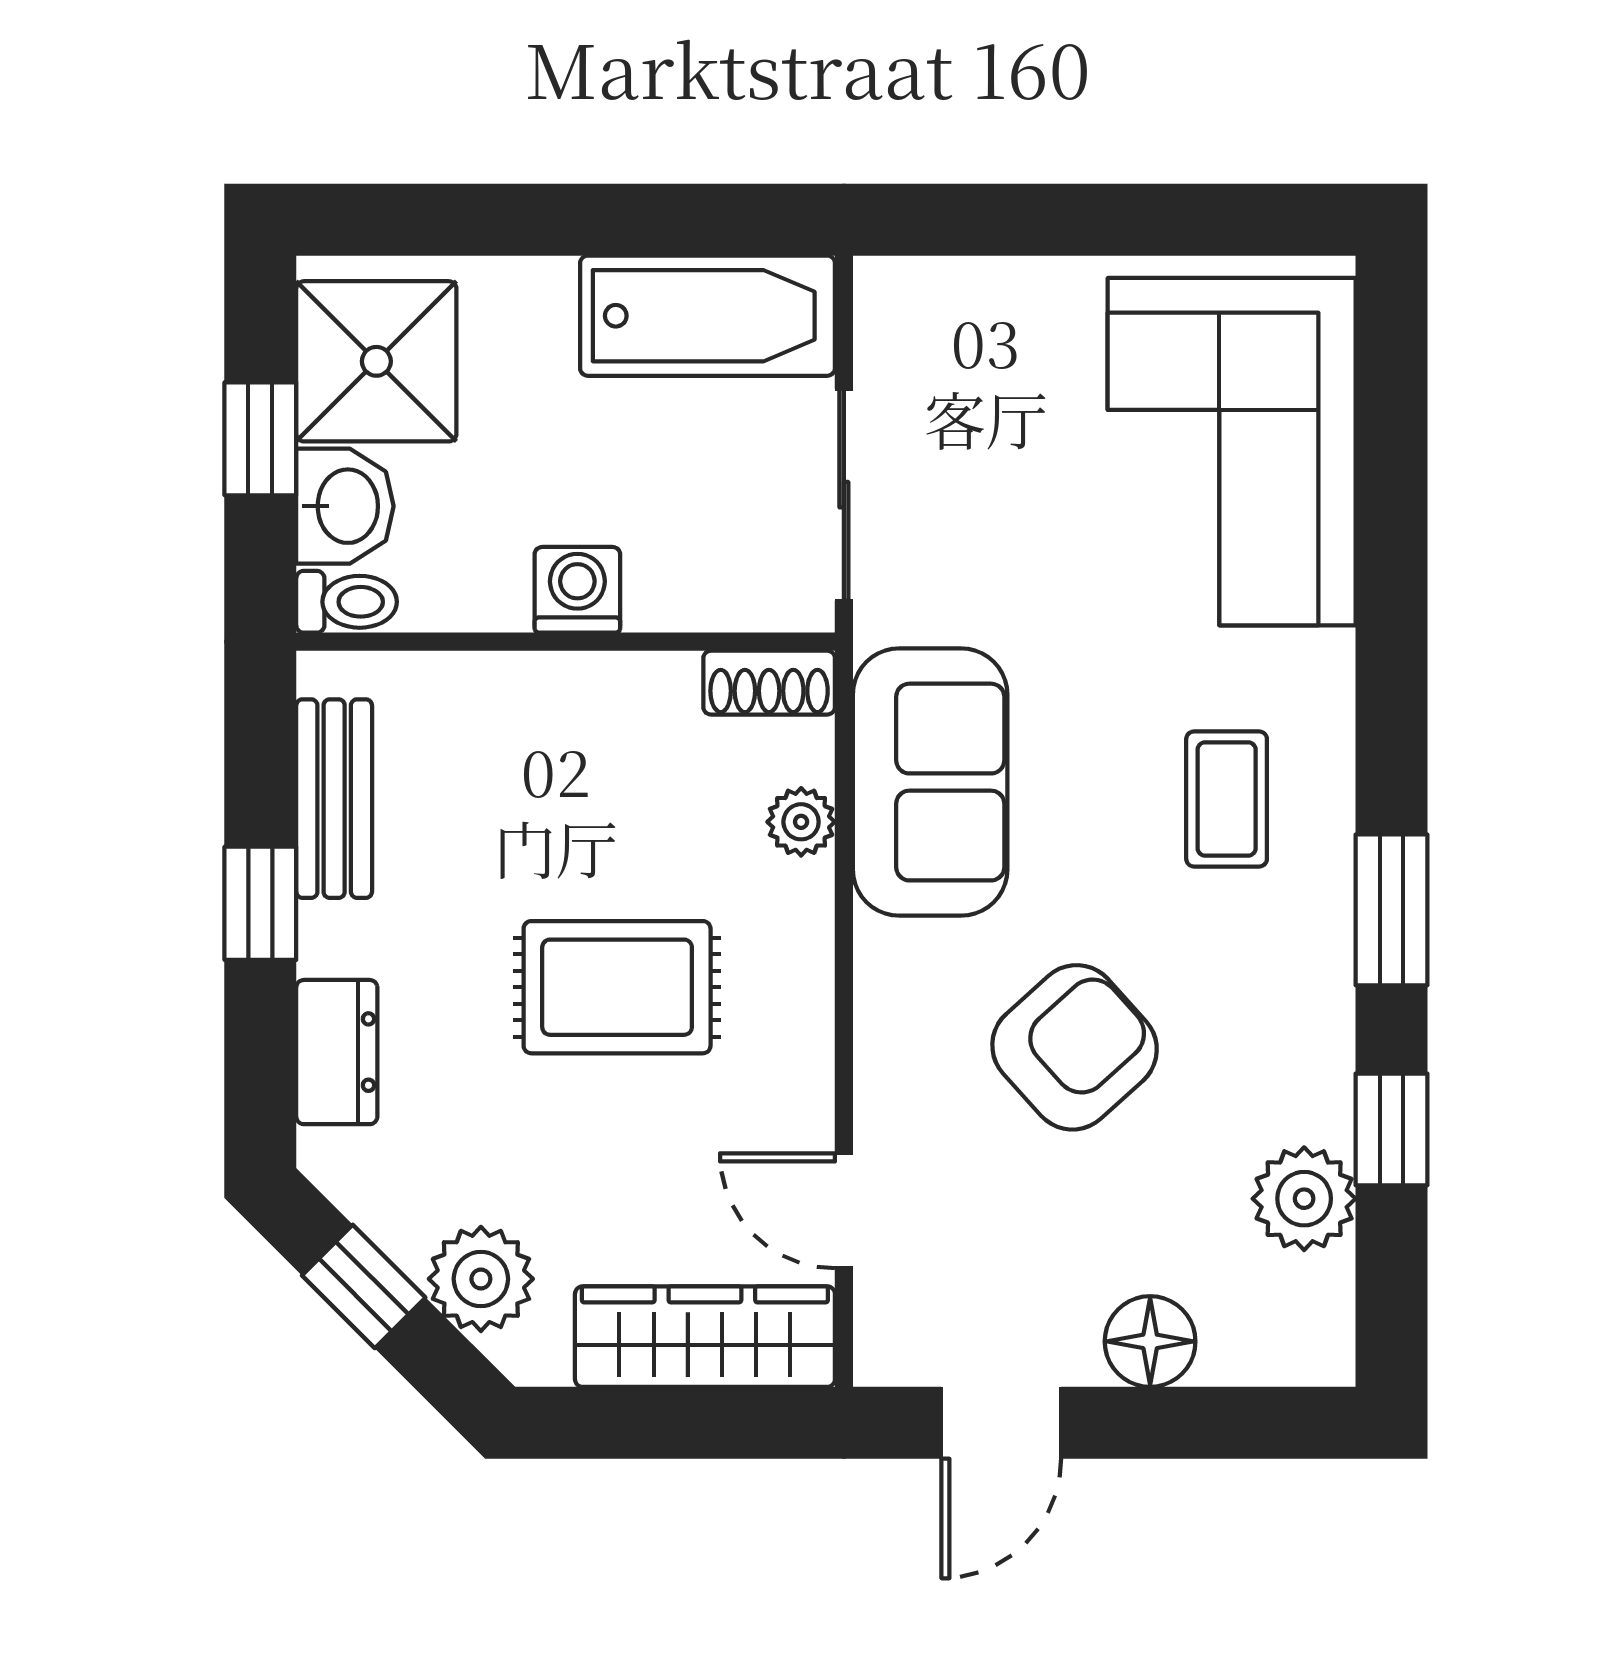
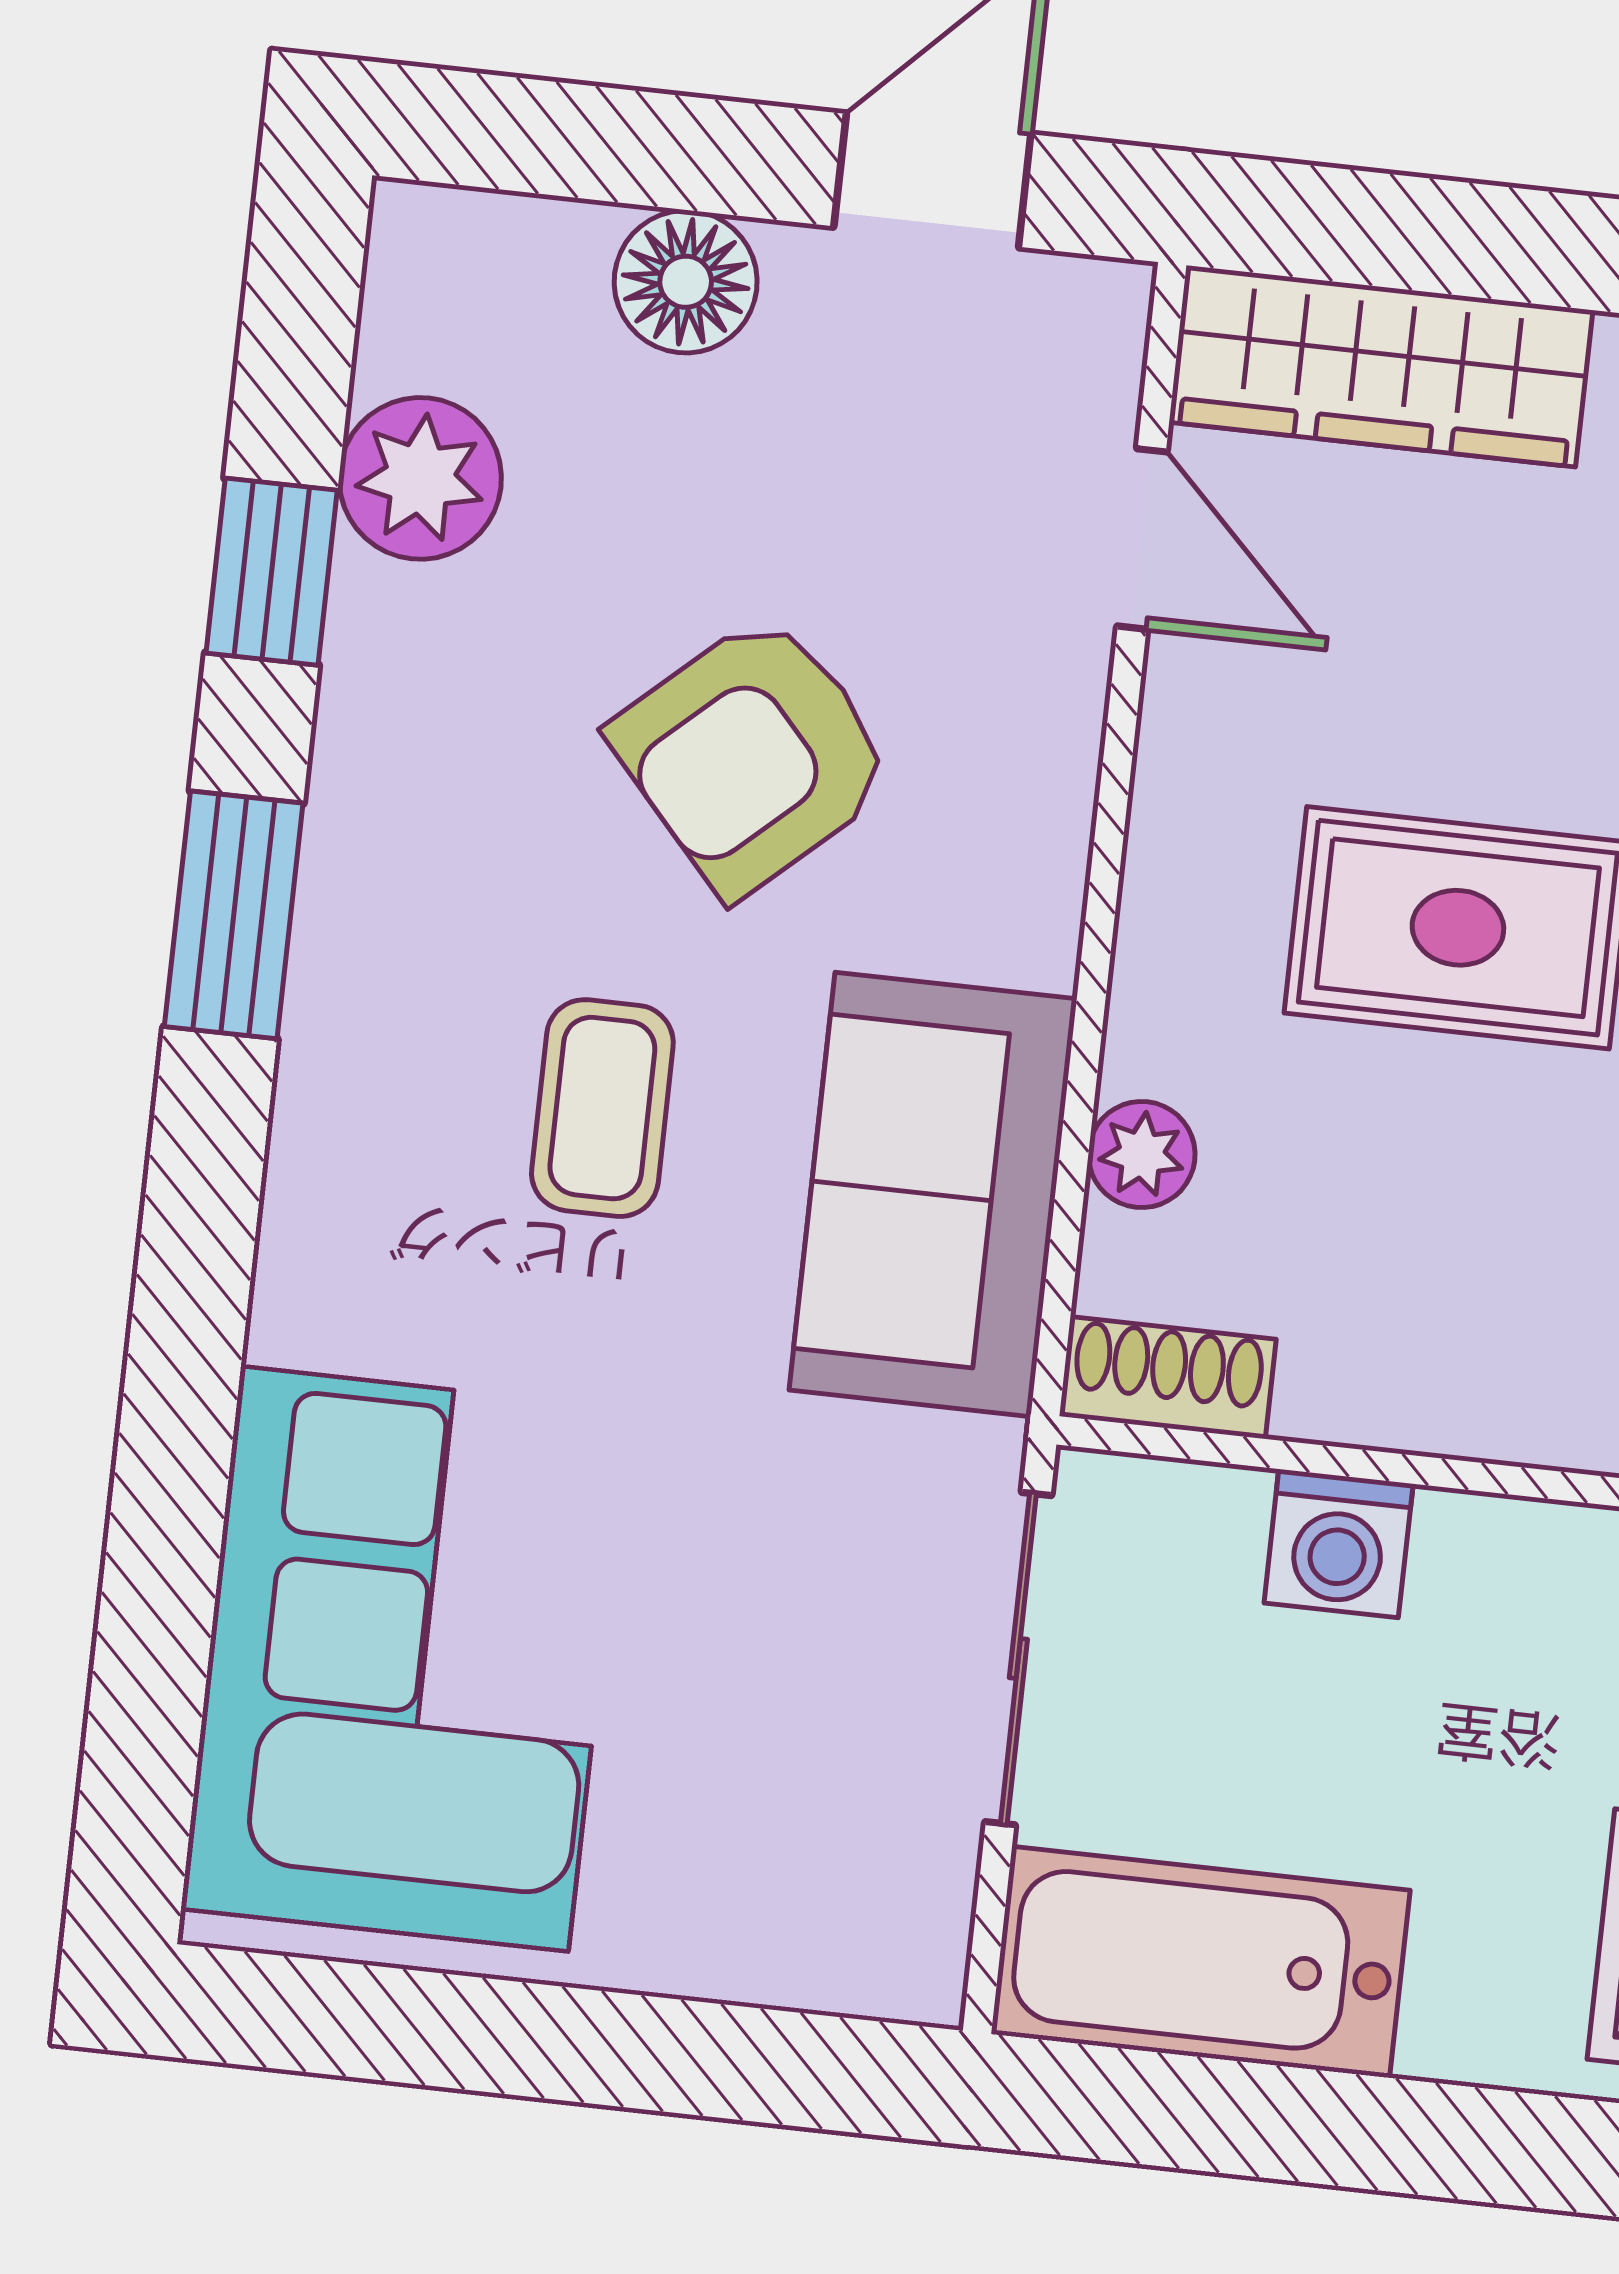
washing machine: (577, 590) -> (1339, 1543), moved
coffee table: (1227, 799) -> (602, 1108), moved

